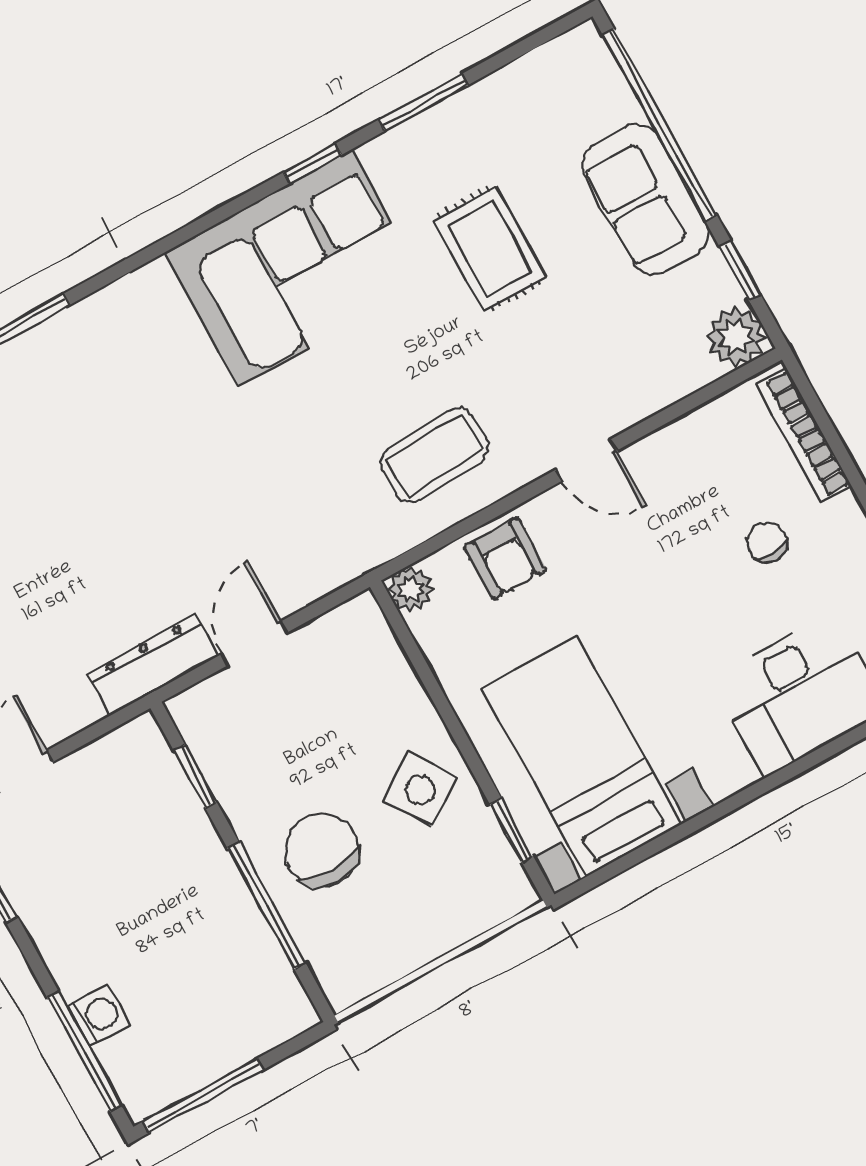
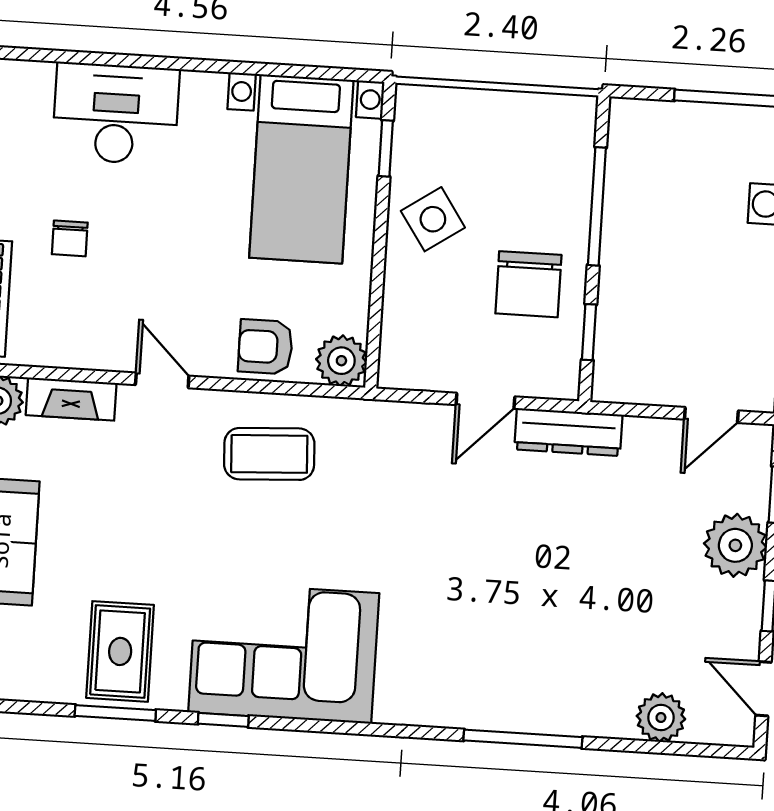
rug: (490, 249) -> (120, 651), moved
fireplace: (664, 385) -> (71, 399), added
armchair: (505, 558) -> (265, 347), turned -90
plant: (411, 589) -> (341, 361), width x1.38, depth x1.38
chair: (322, 850) -> (528, 284), moved

